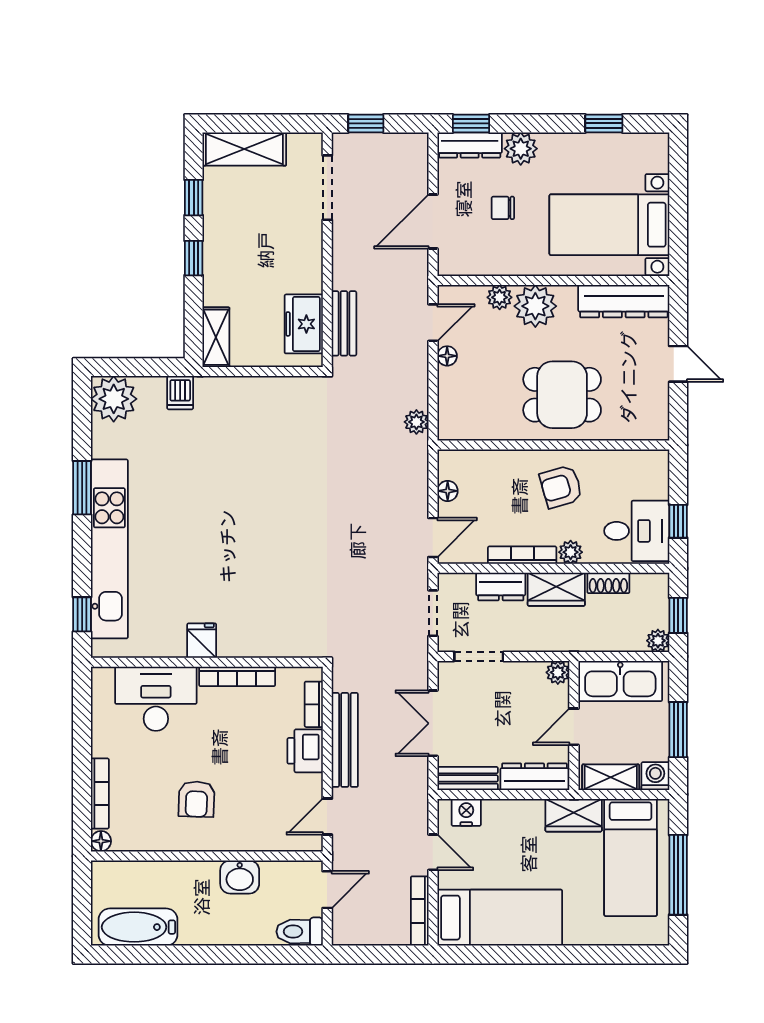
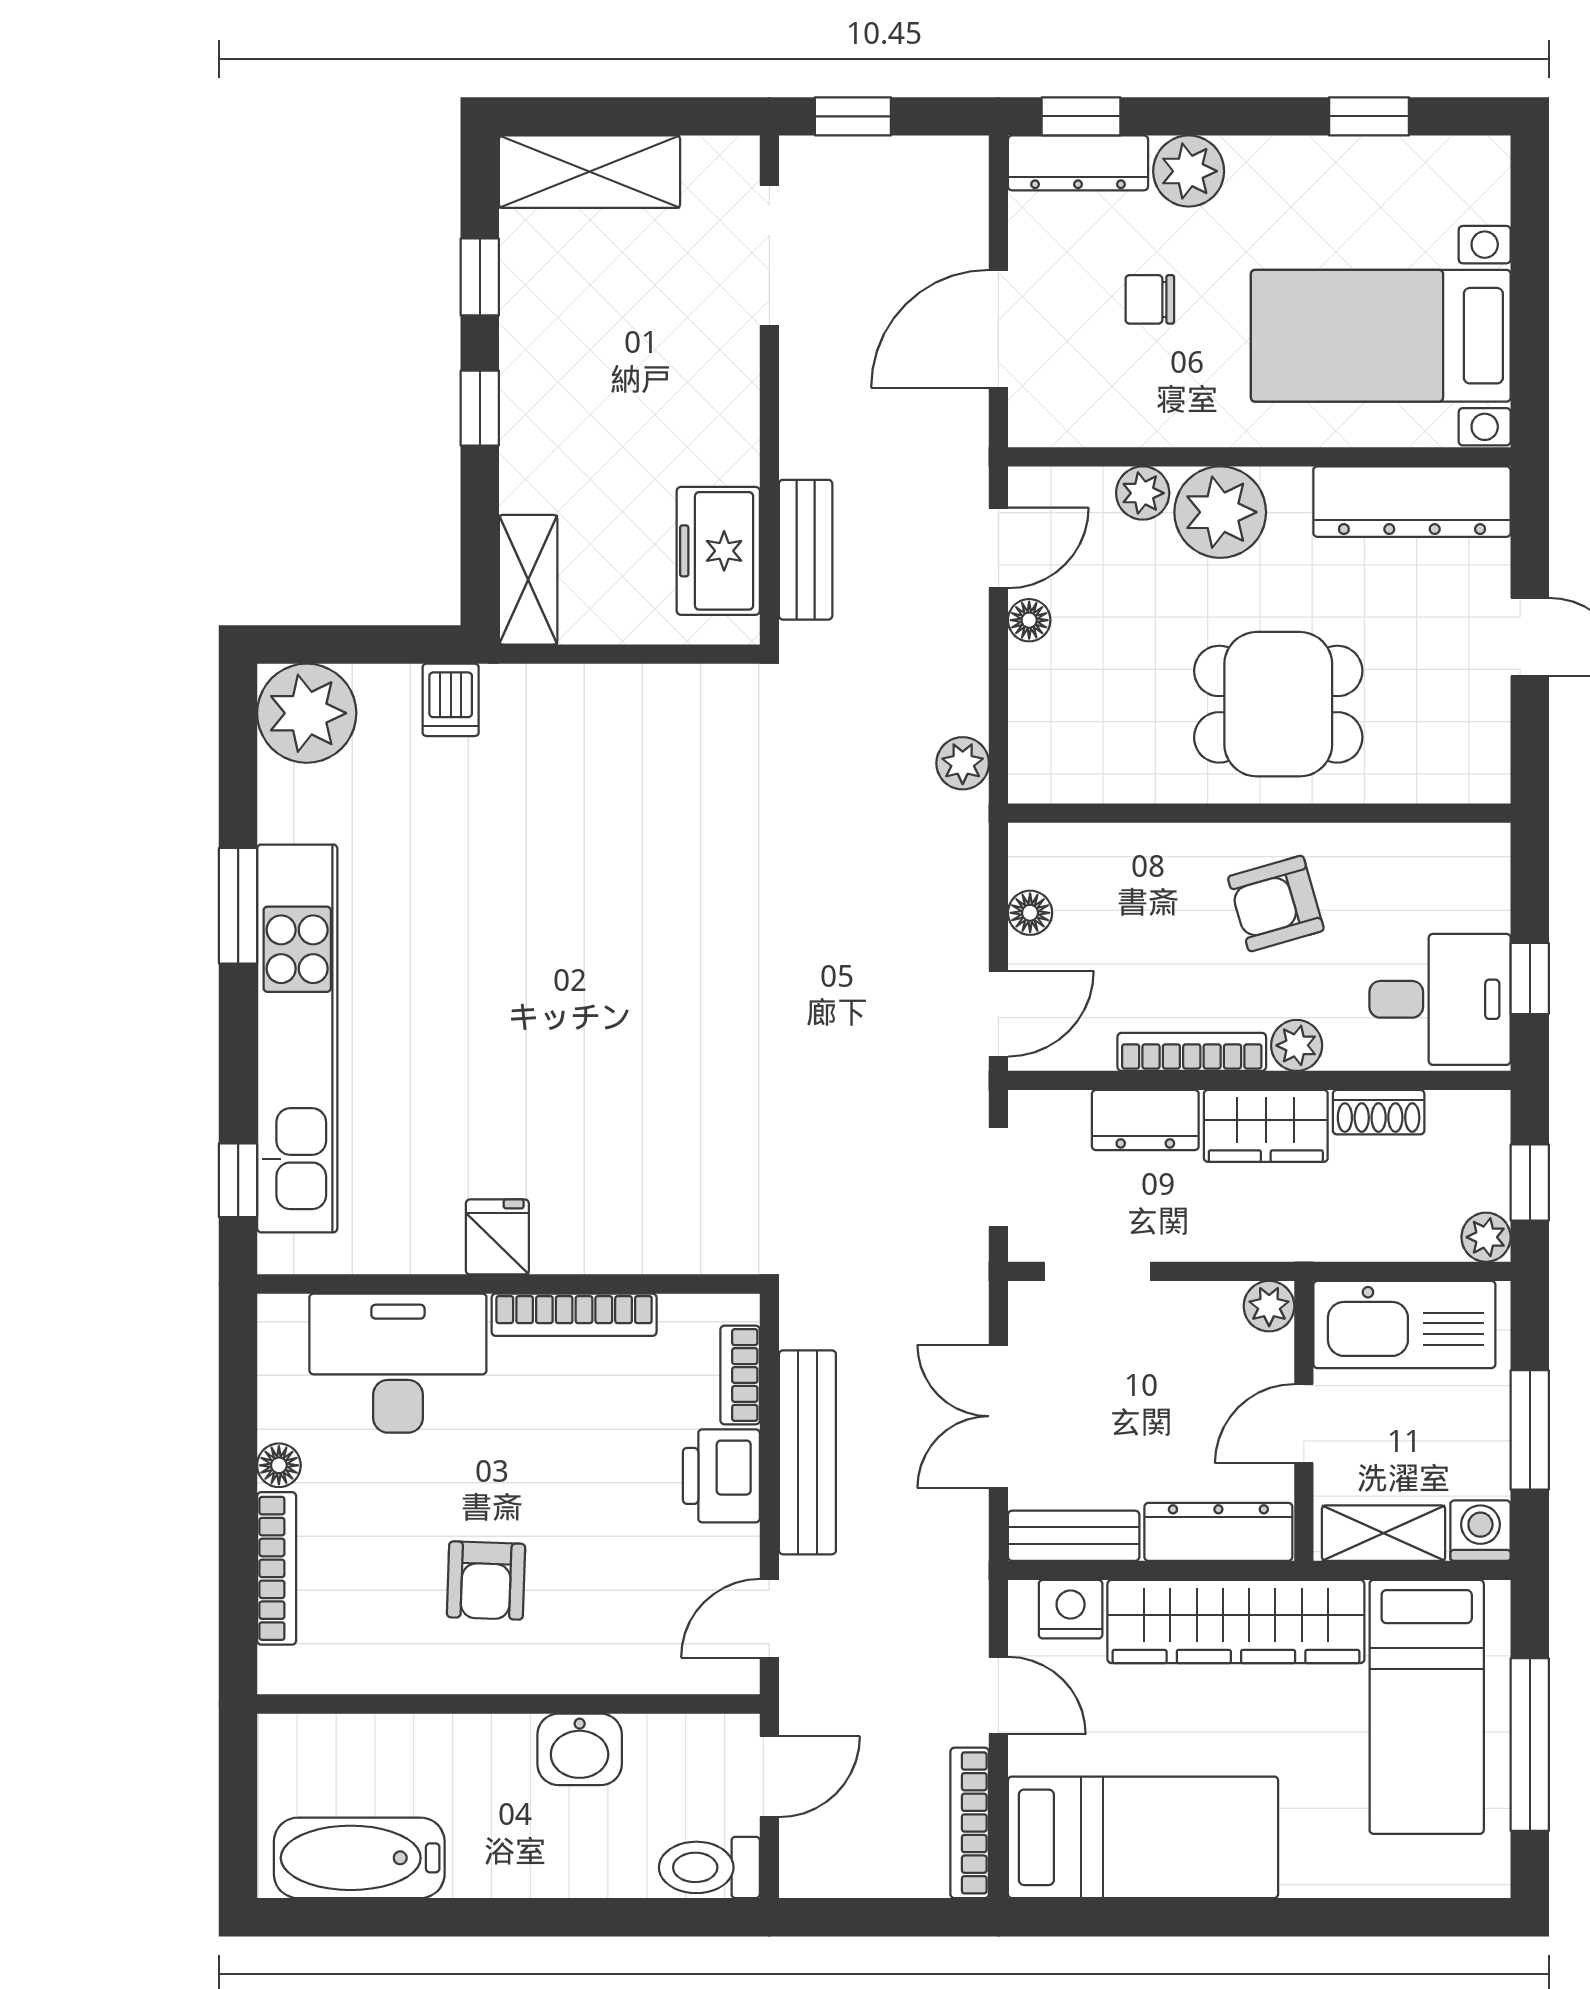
wardrobe: (574, 815) -> (1236, 1622), width x2.10, depth x1.17
floor lamp: (101, 841) -> (279, 1465), moved

